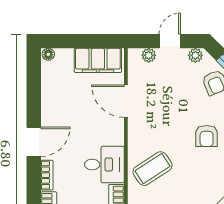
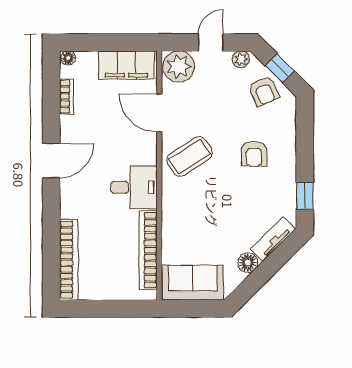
plant: (149, 55) -> (179, 66), width x1.87, depth x1.87
coffee table: (152, 169) -> (190, 157), moved
bookcase: (47, 175) -> (67, 96), moved

